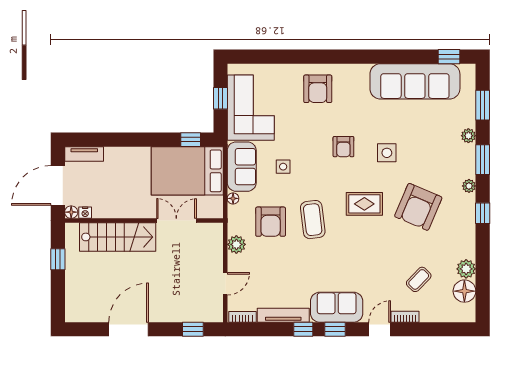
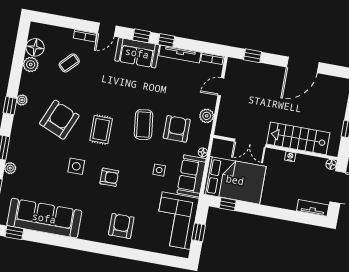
armchair: (343, 147) -> (109, 177), turned 90
plant: (469, 186) -> (22, 100), moved
rug: (364, 204) -> (101, 130), turned 90
nightstand: (85, 213) -> (290, 157), moved

